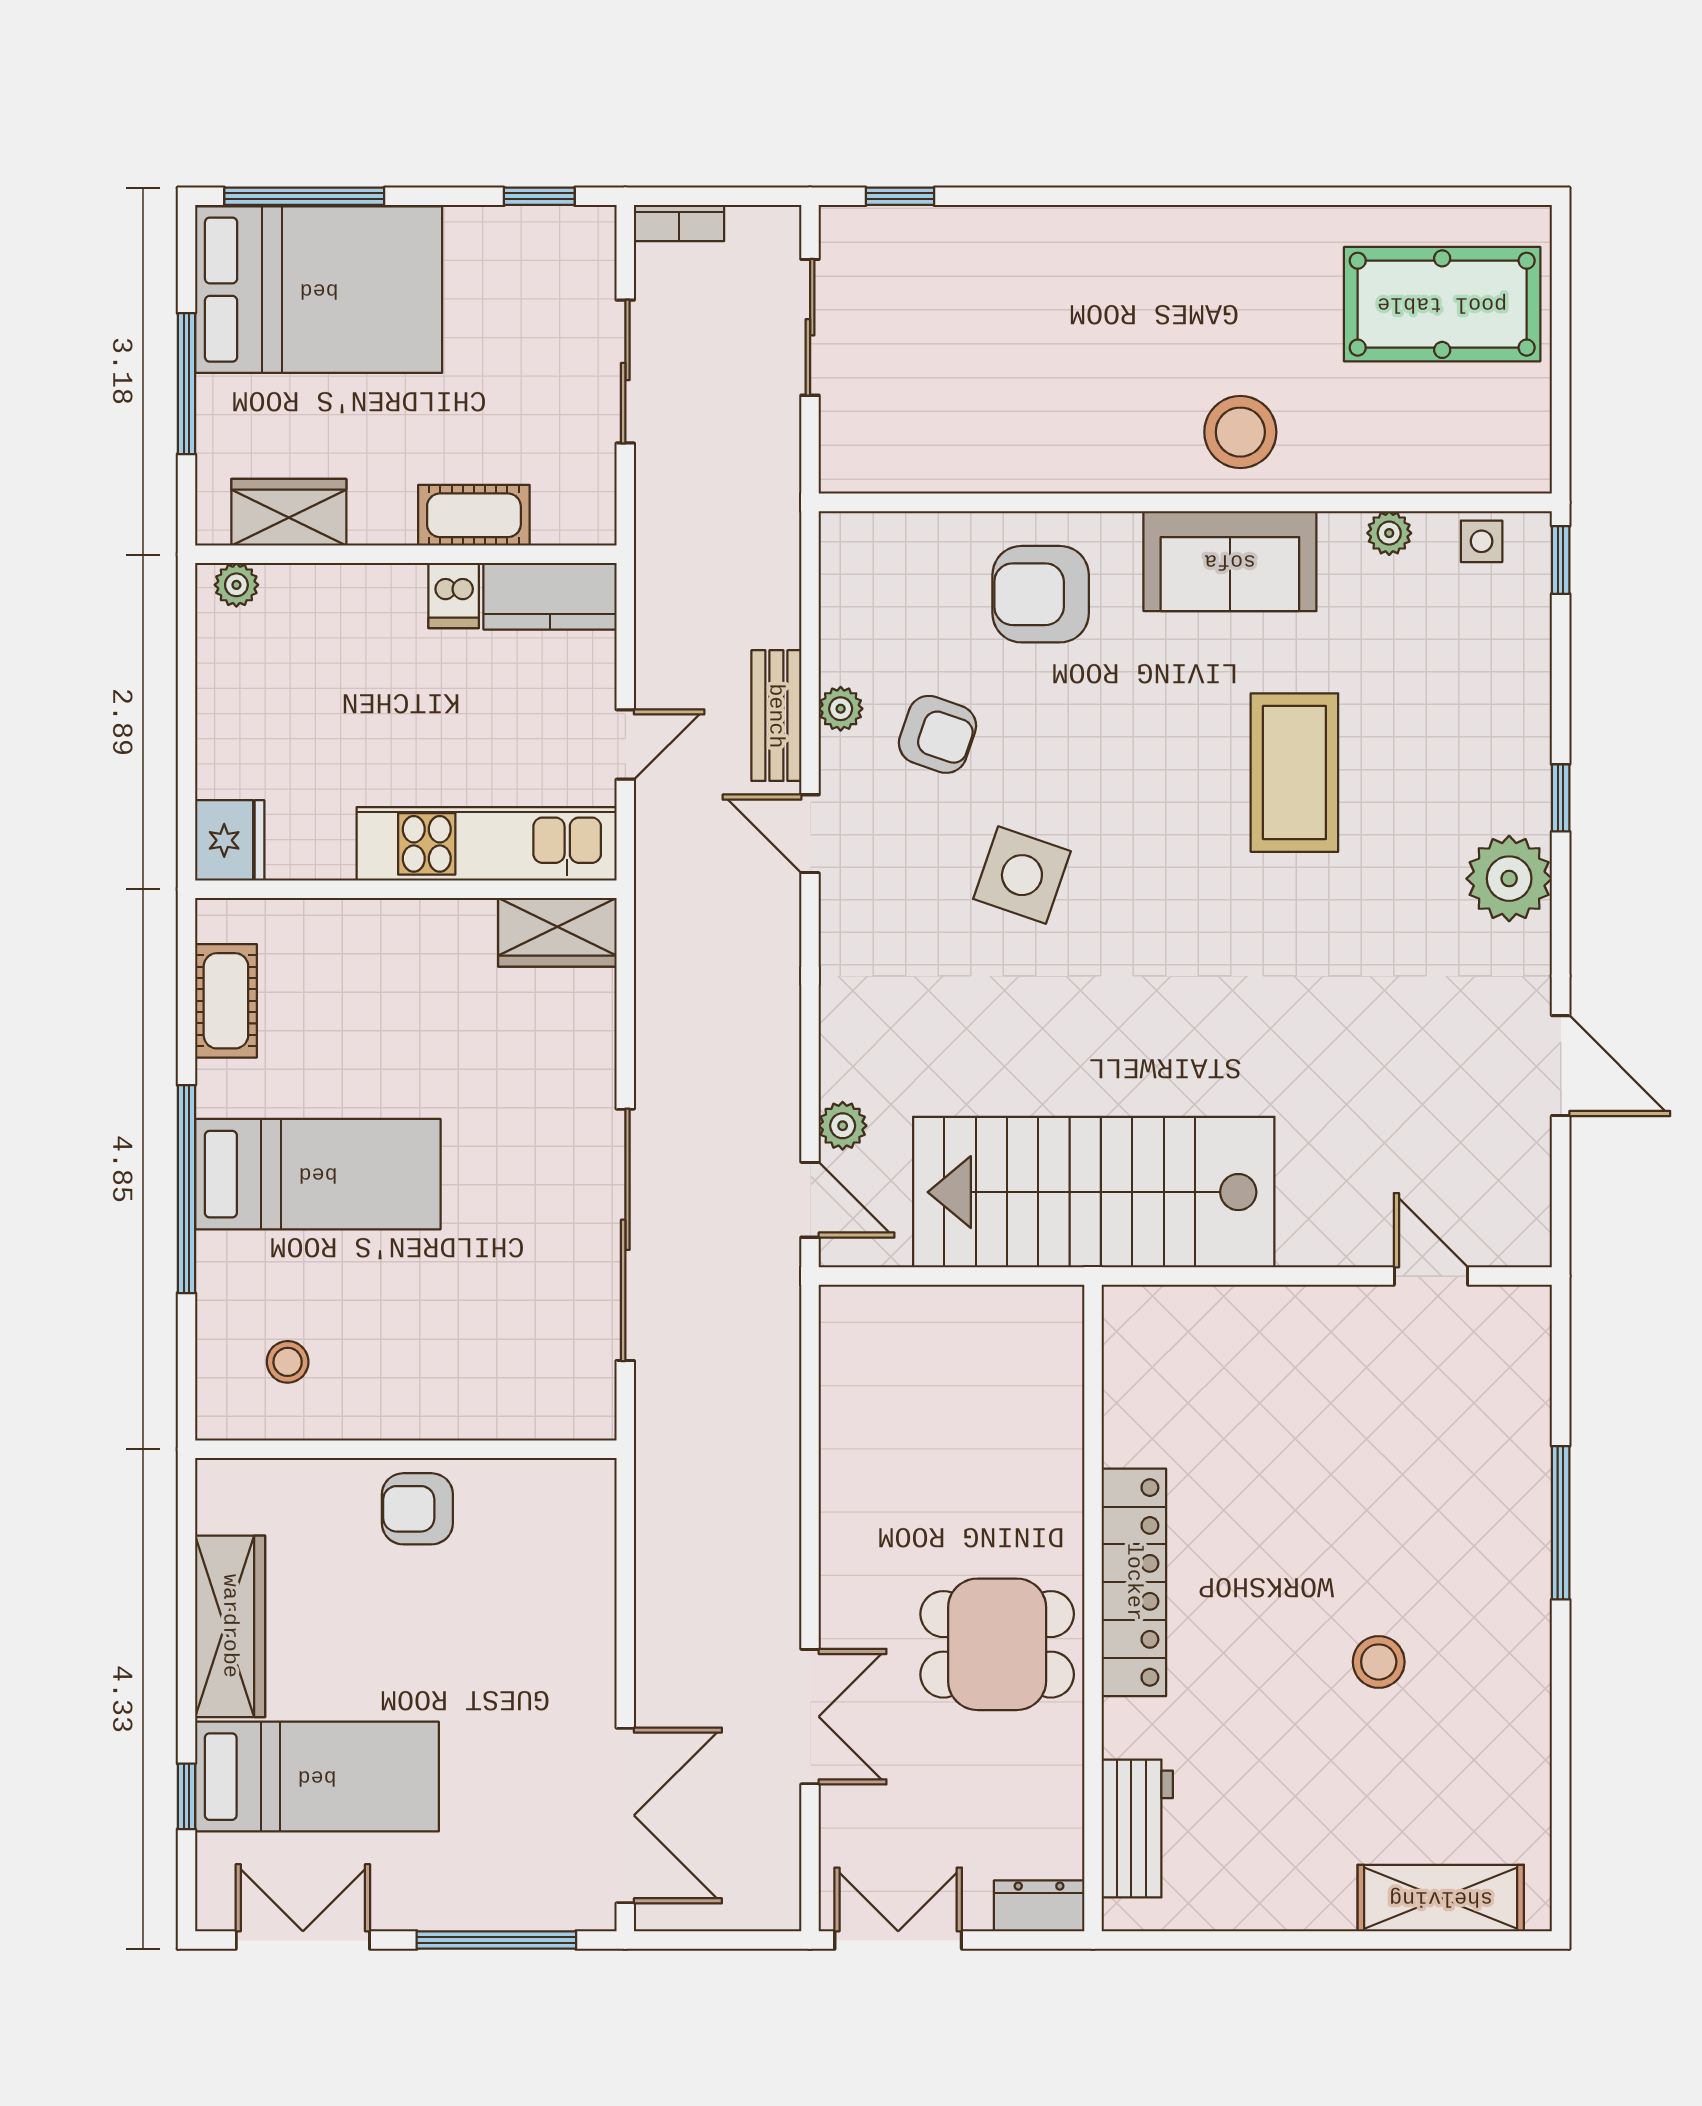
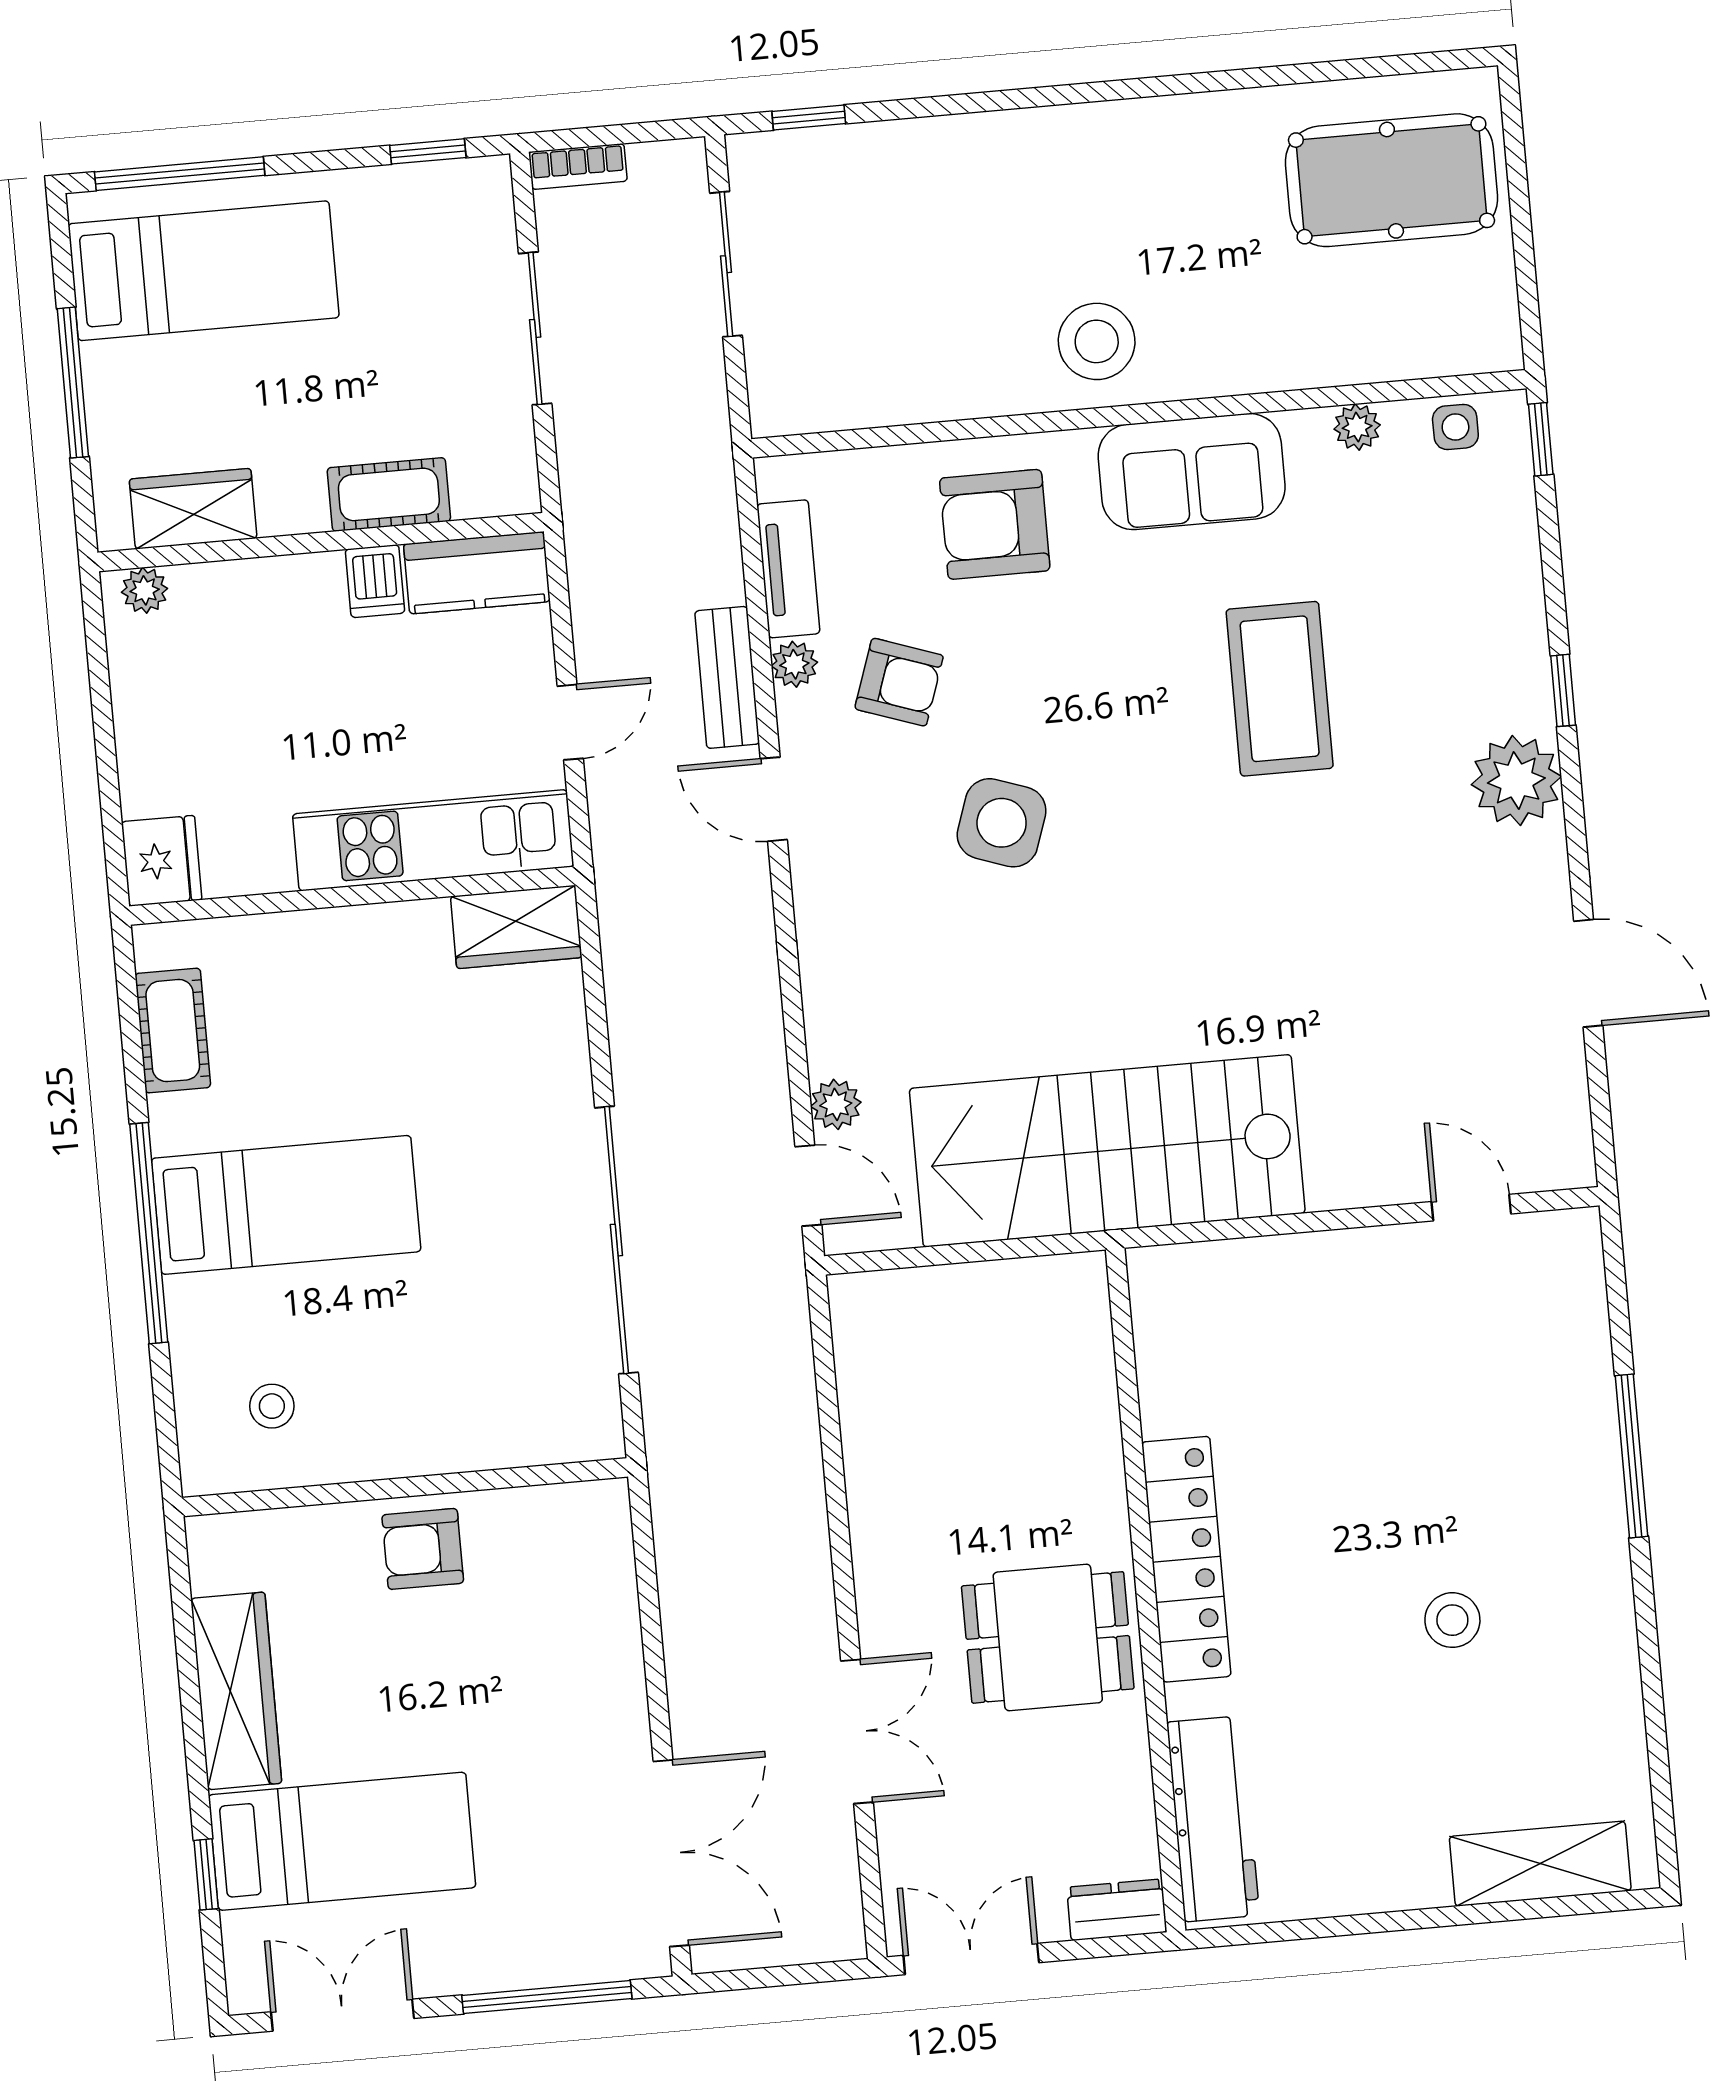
bed: (319, 290) -> (204, 271), width x0.67
stool: (1240, 432) -> (1097, 341), moved
tv unit: (843, 619) -> (788, 569), added
workbench: (1137, 1828) -> (1213, 1819), width x1.38

